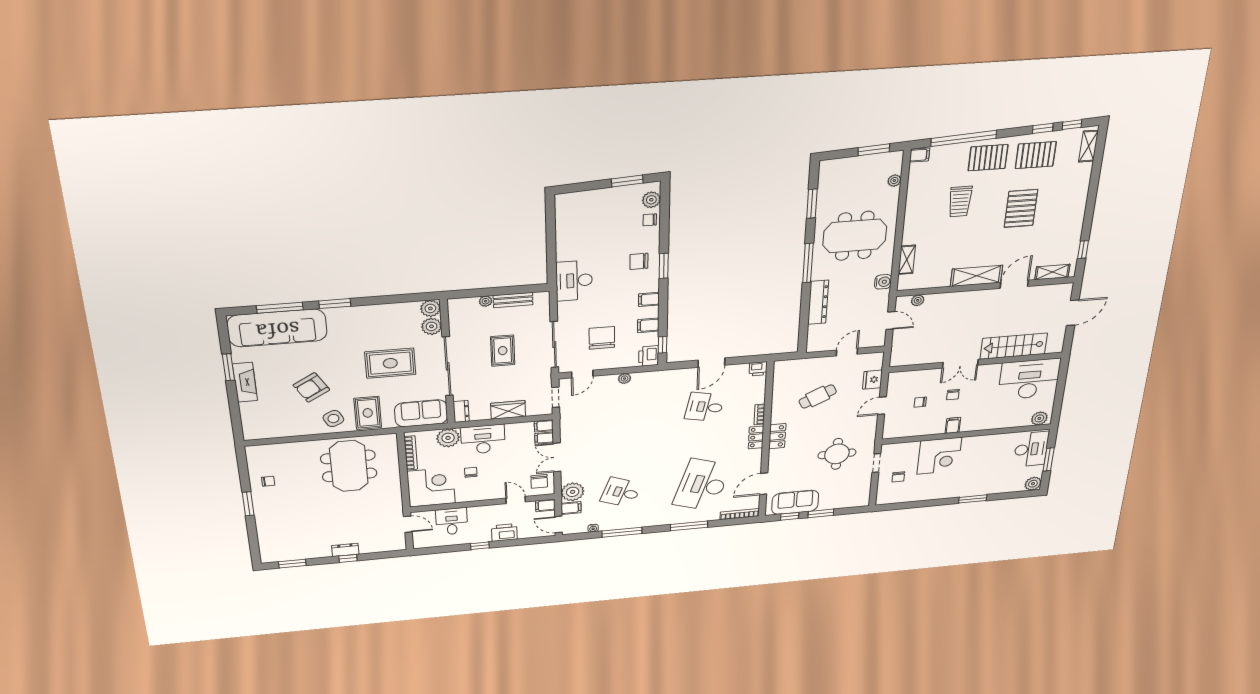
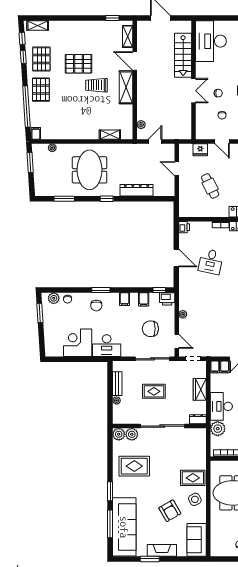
trolley: (960, 202) -> (97, 85), moved, turned 180
corner desk: (578, 240) -> (78, 343), added
window: (808, 263) -> (107, 199), width x0.46
water cooler: (883, 282) -> (125, 149), removed
rug: (390, 363) -> (134, 466), moved, turned 90
sofa: (421, 413) -> (197, 540), moved

